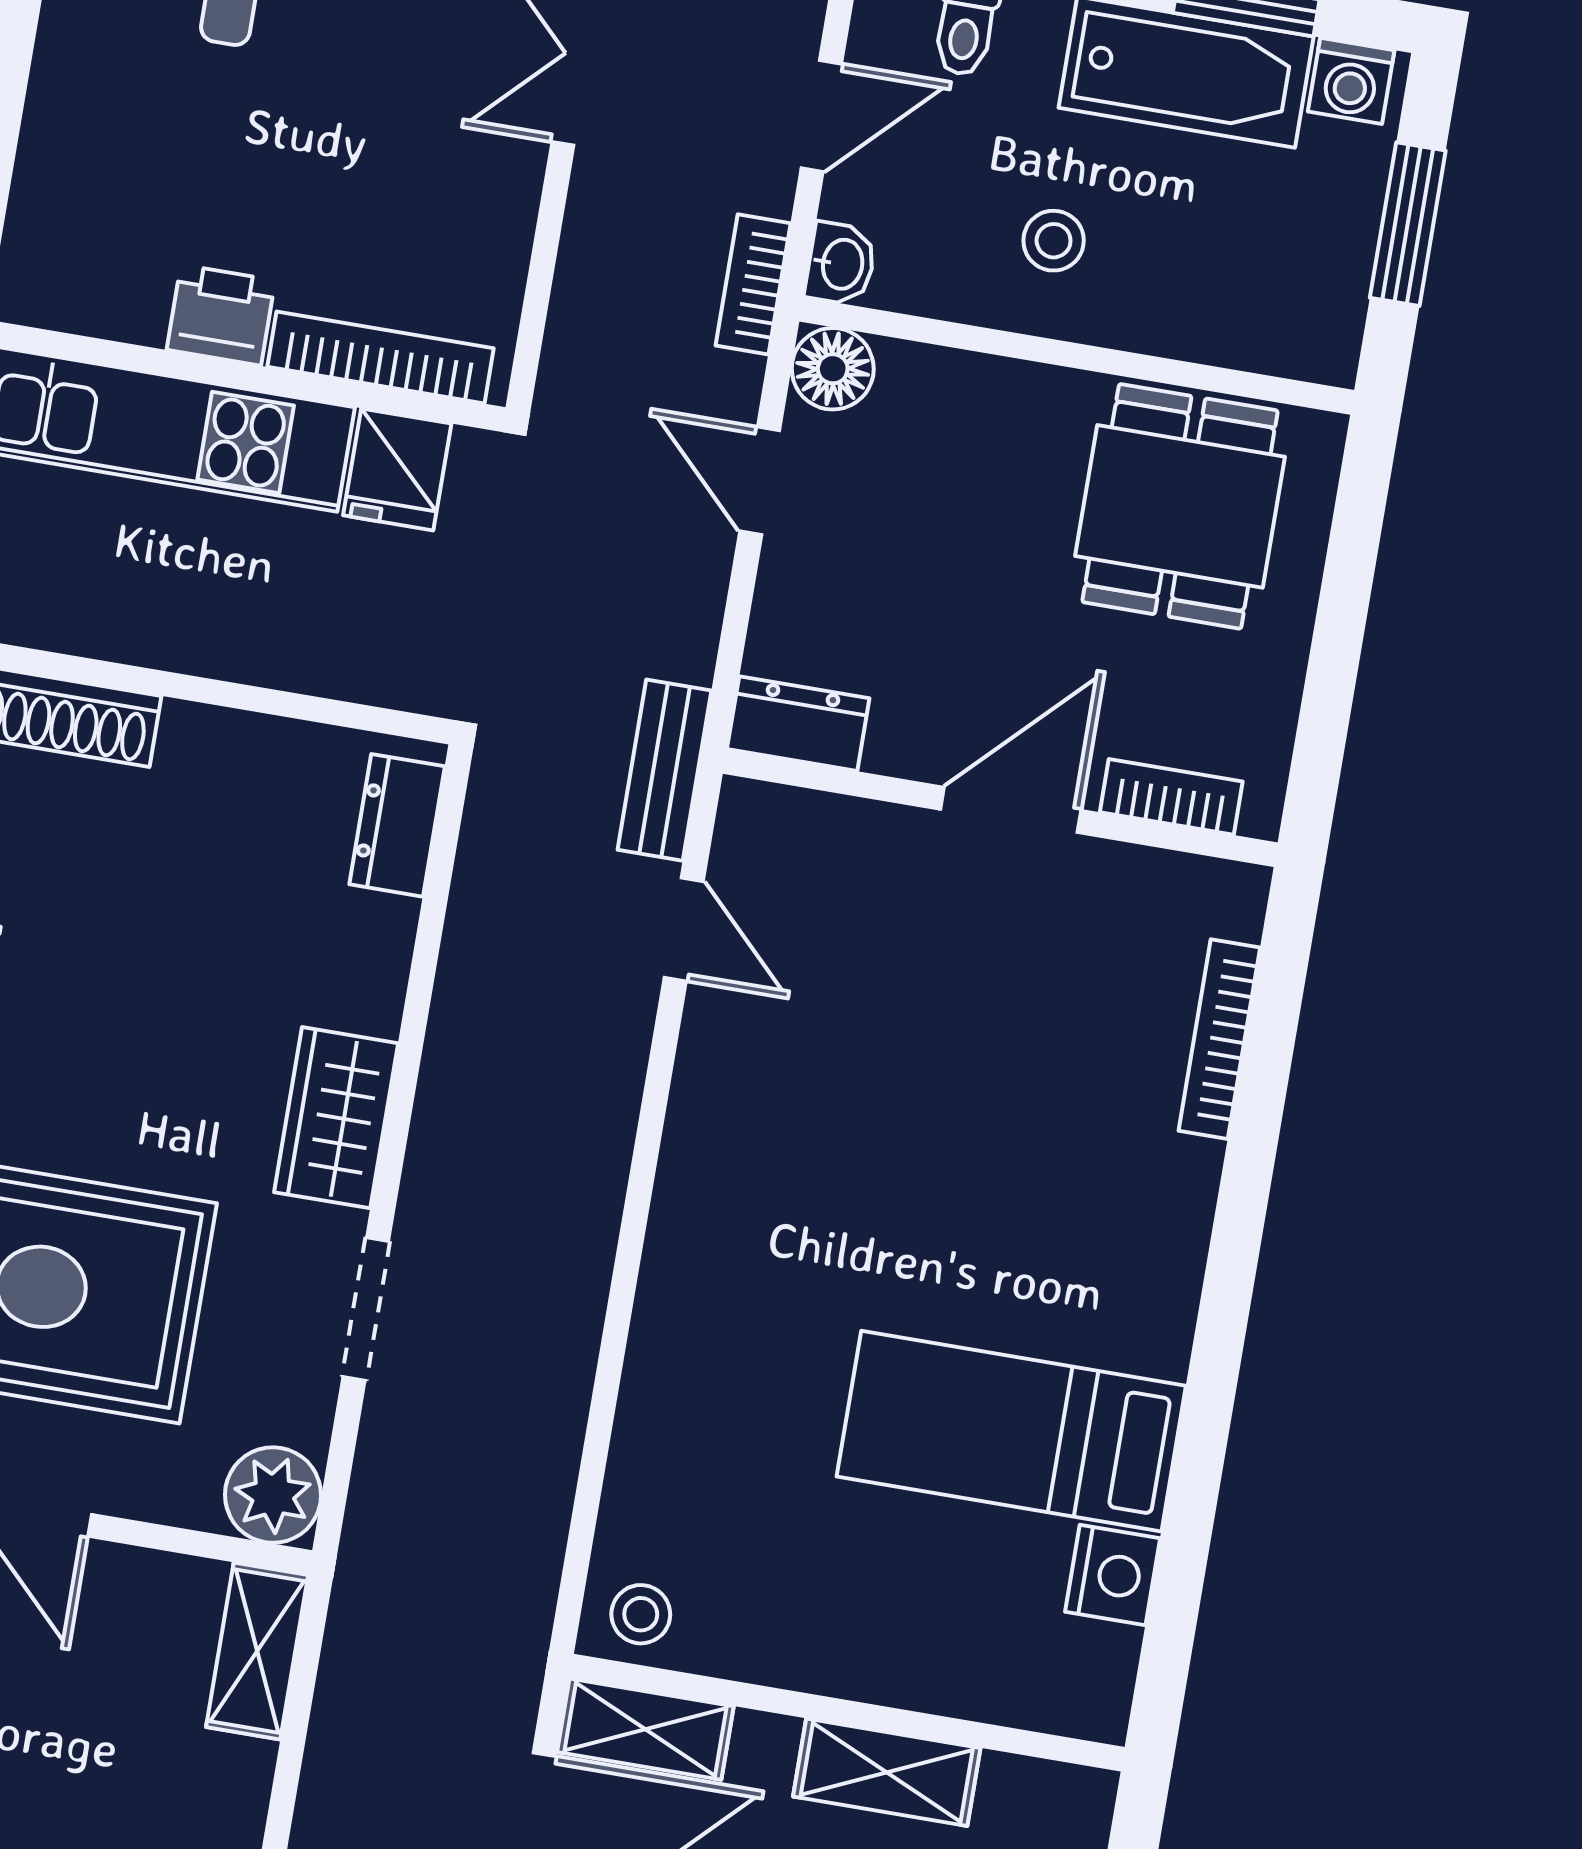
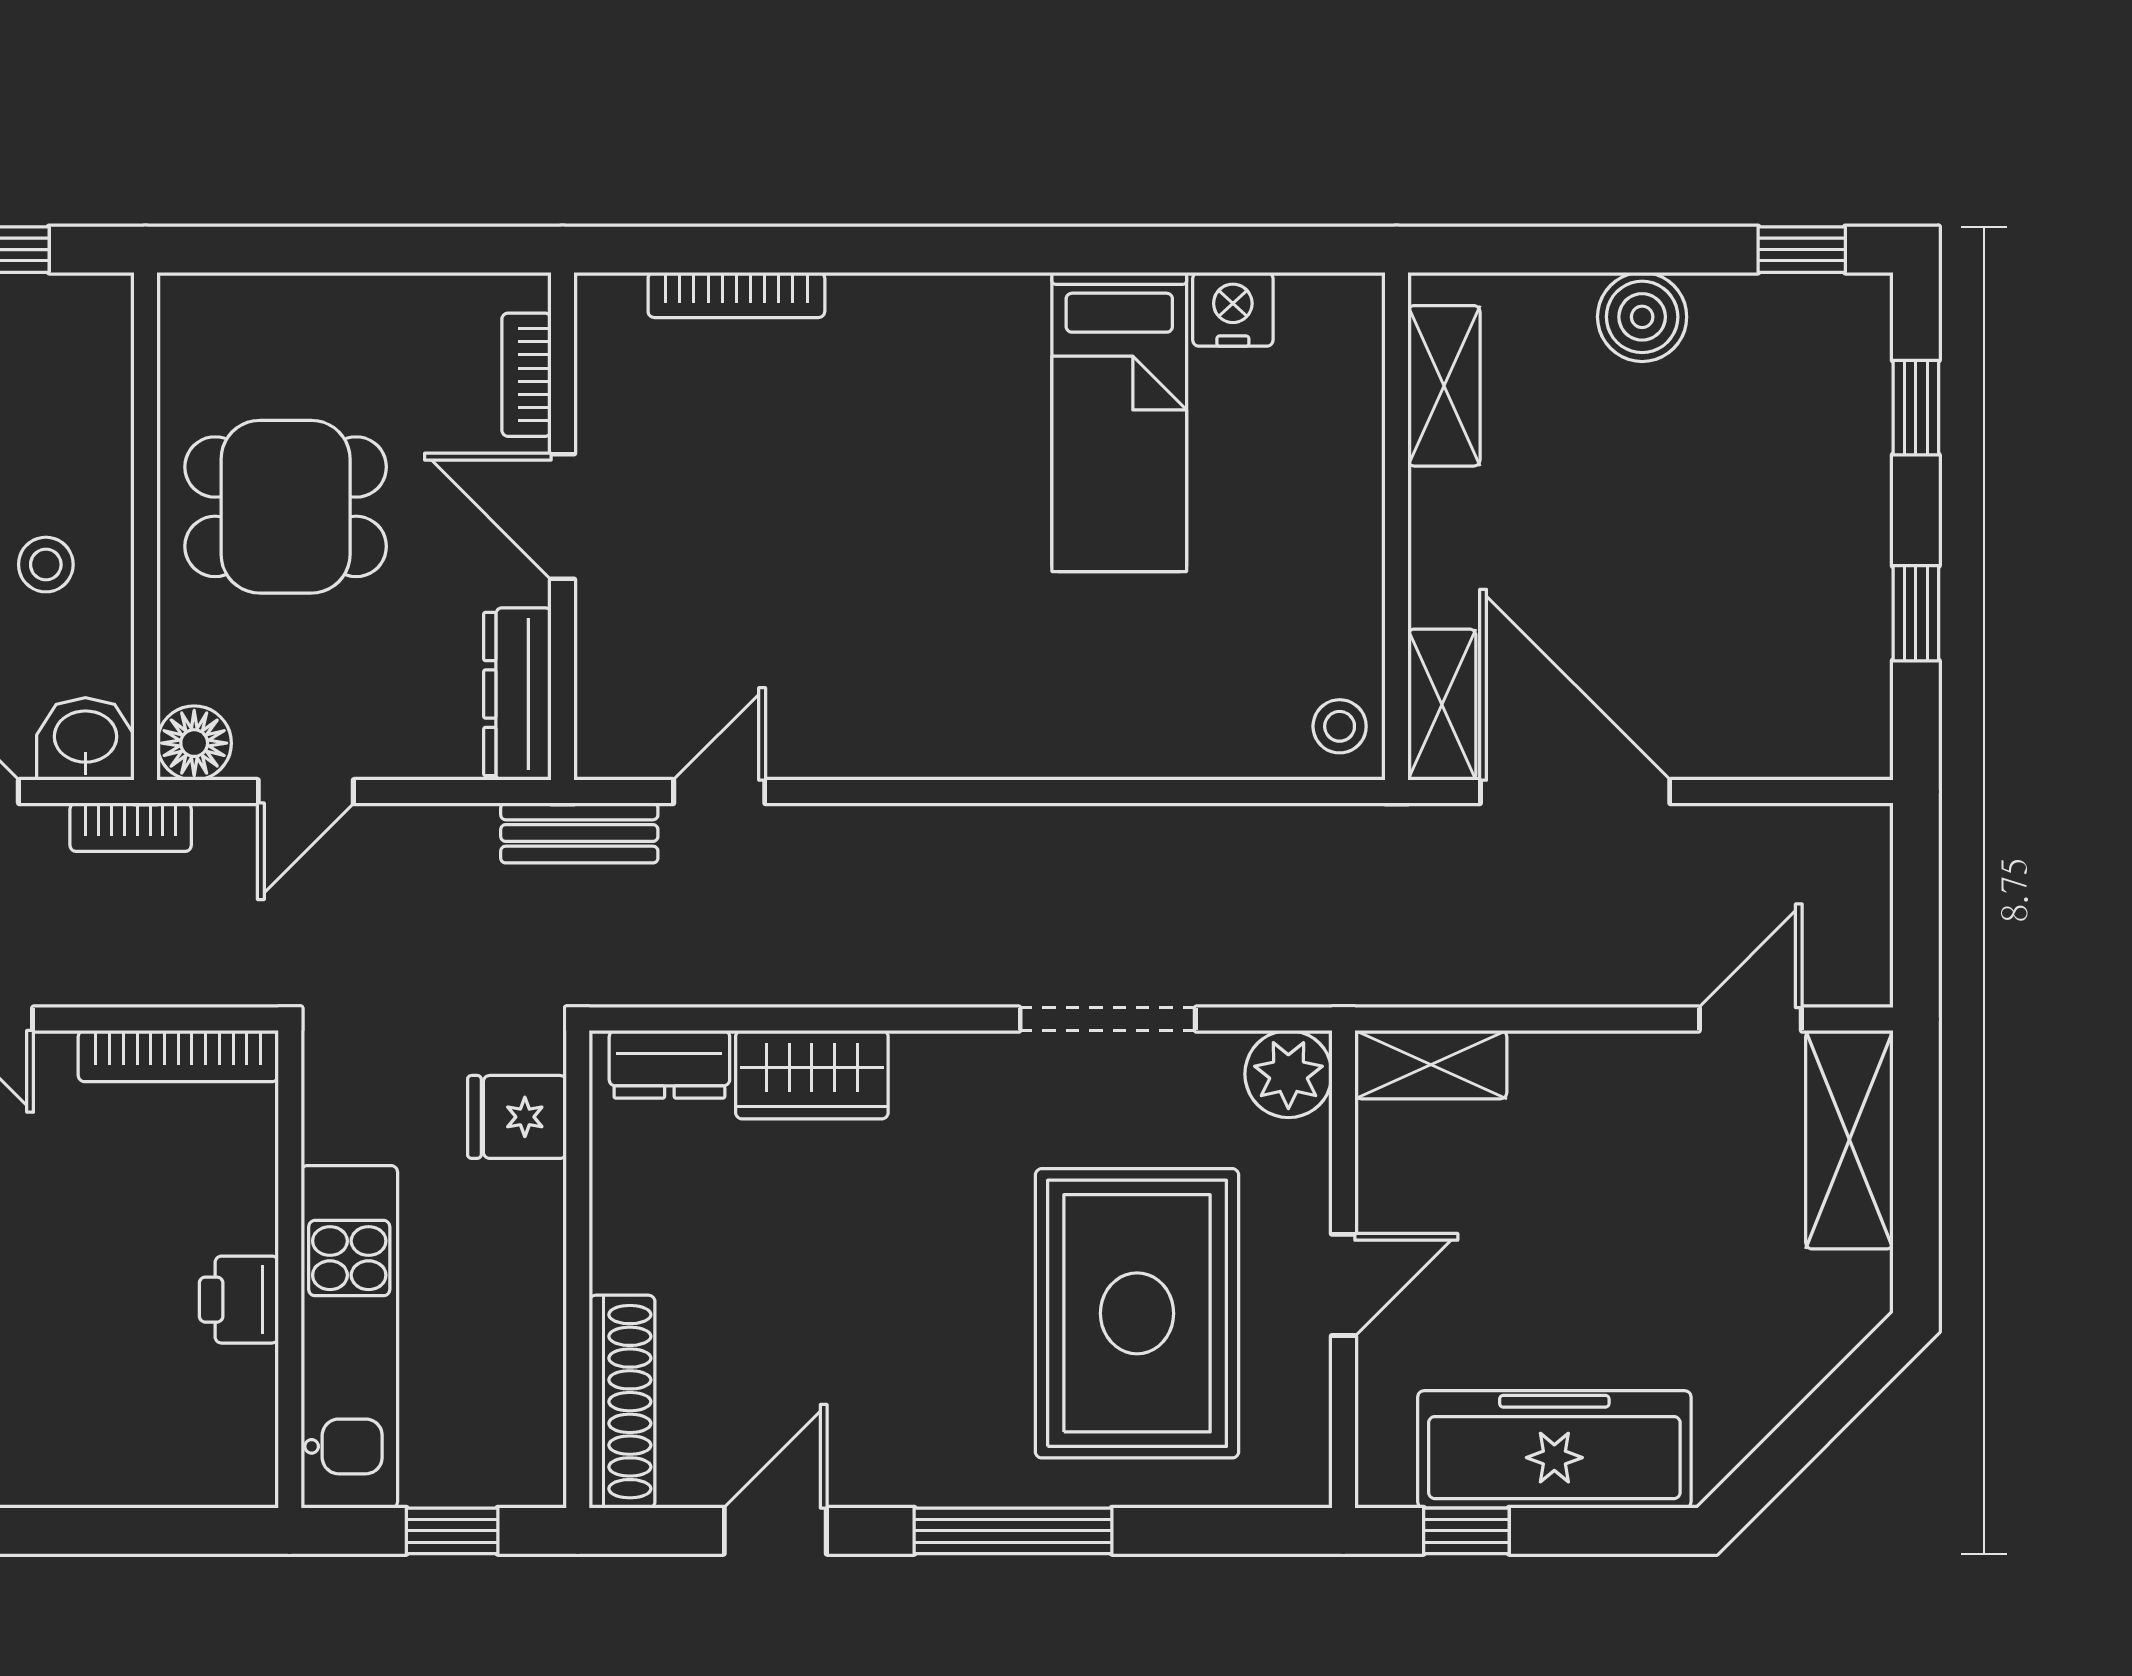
washbasin: (841, 264) -> (85, 739), width x1.38, depth x1.45
bookcase: (381, 358) -> (178, 1056), moved, turned -90
fridge: (397, 469) -> (517, 1117), moved, turned 180
dining table: (1180, 506) -> (286, 507), moved
dresser: (798, 724) -> (517, 694), width x1.44
wardrobe: (336, 1118) -> (812, 1075), moved
doorway: (366, 1309) -> (1108, 1019), width x1.38
shelving: (887, 1772) -> (1444, 386), moved

